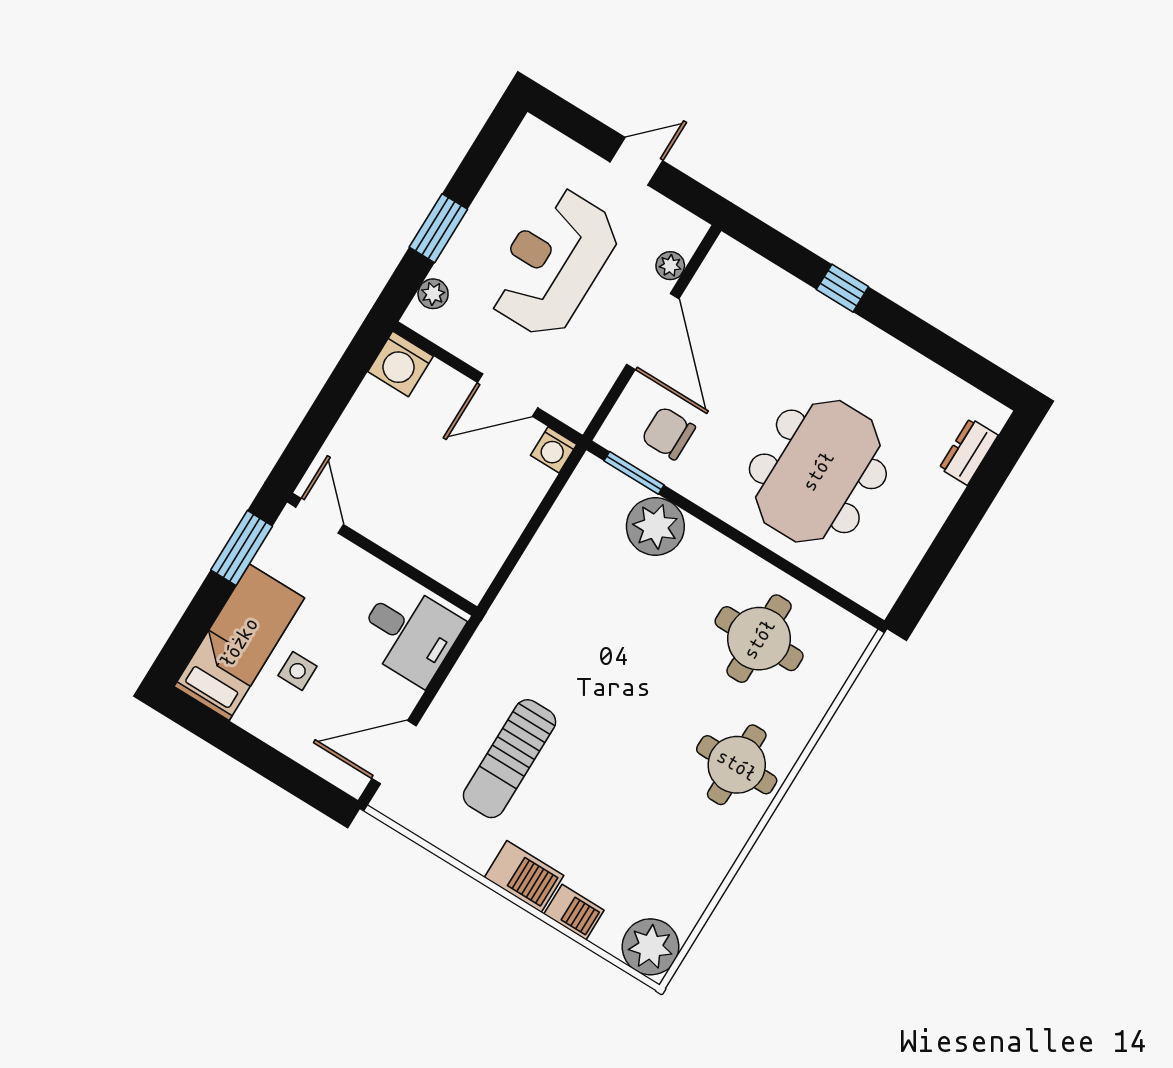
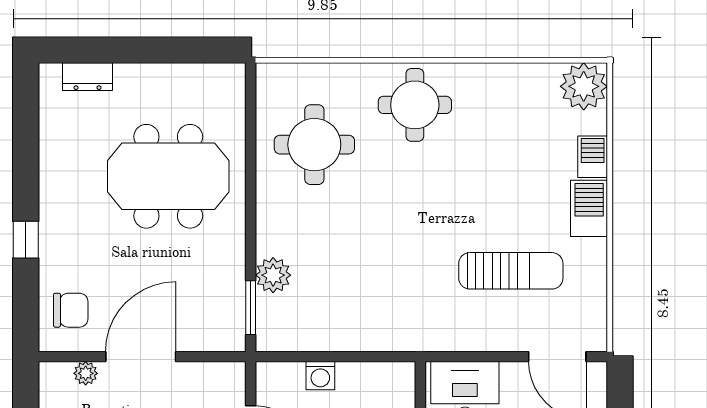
chair: (668, 433) -> (71, 310), moved, turned -90
washing machine: (554, 450) -> (320, 376), moved, turned 90
plant: (655, 526) -> (273, 275), width x0.73, depth x0.73

